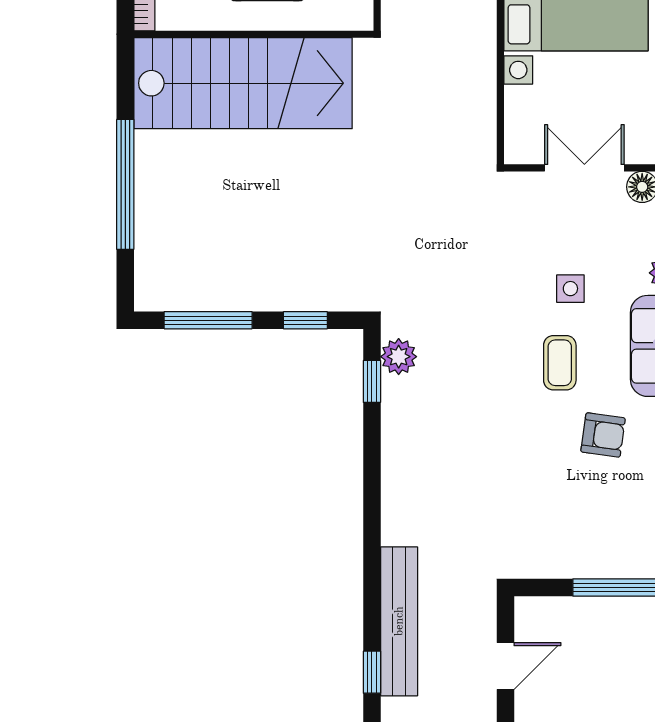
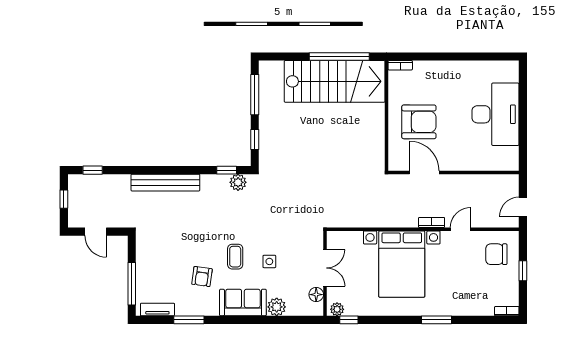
stairs: (243, 83) -> (335, 81), moved, turned -90
window: (125, 184) -> (339, 56), moved
coffee table: (560, 363) -> (235, 257), turned 90
bench: (399, 621) -> (165, 183), moved

